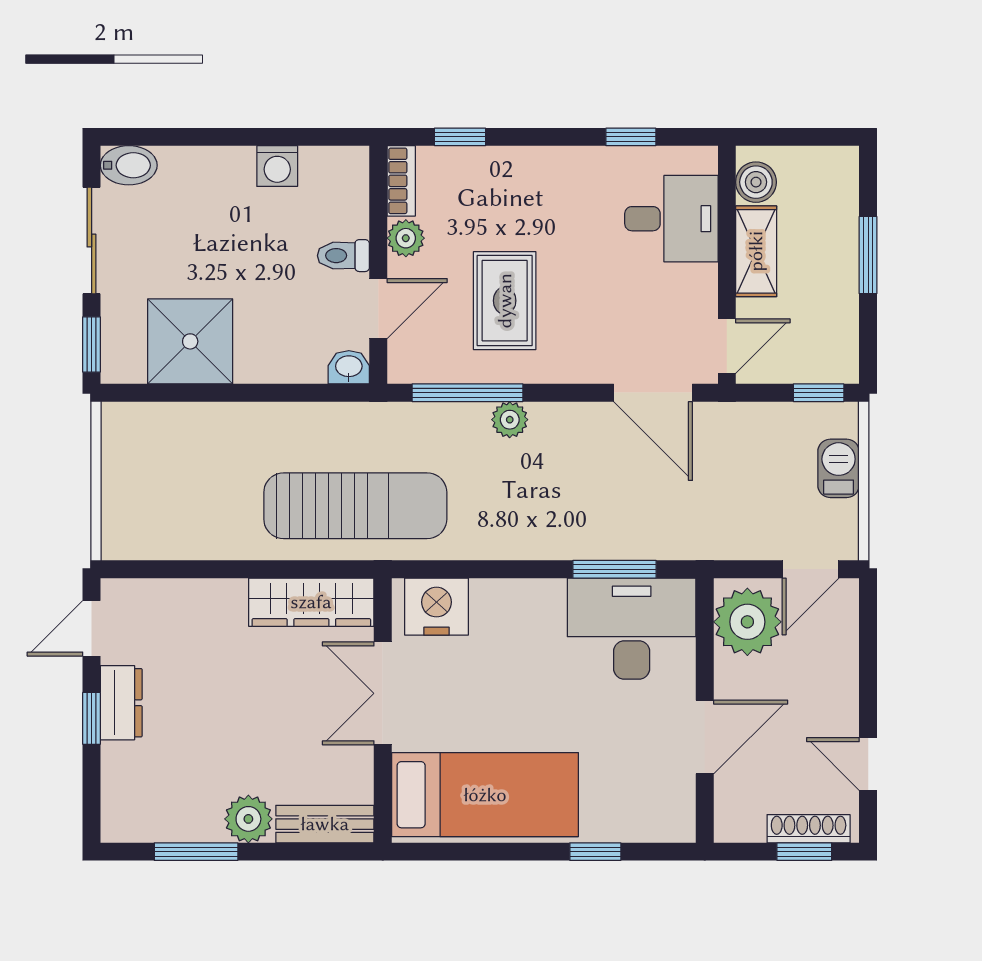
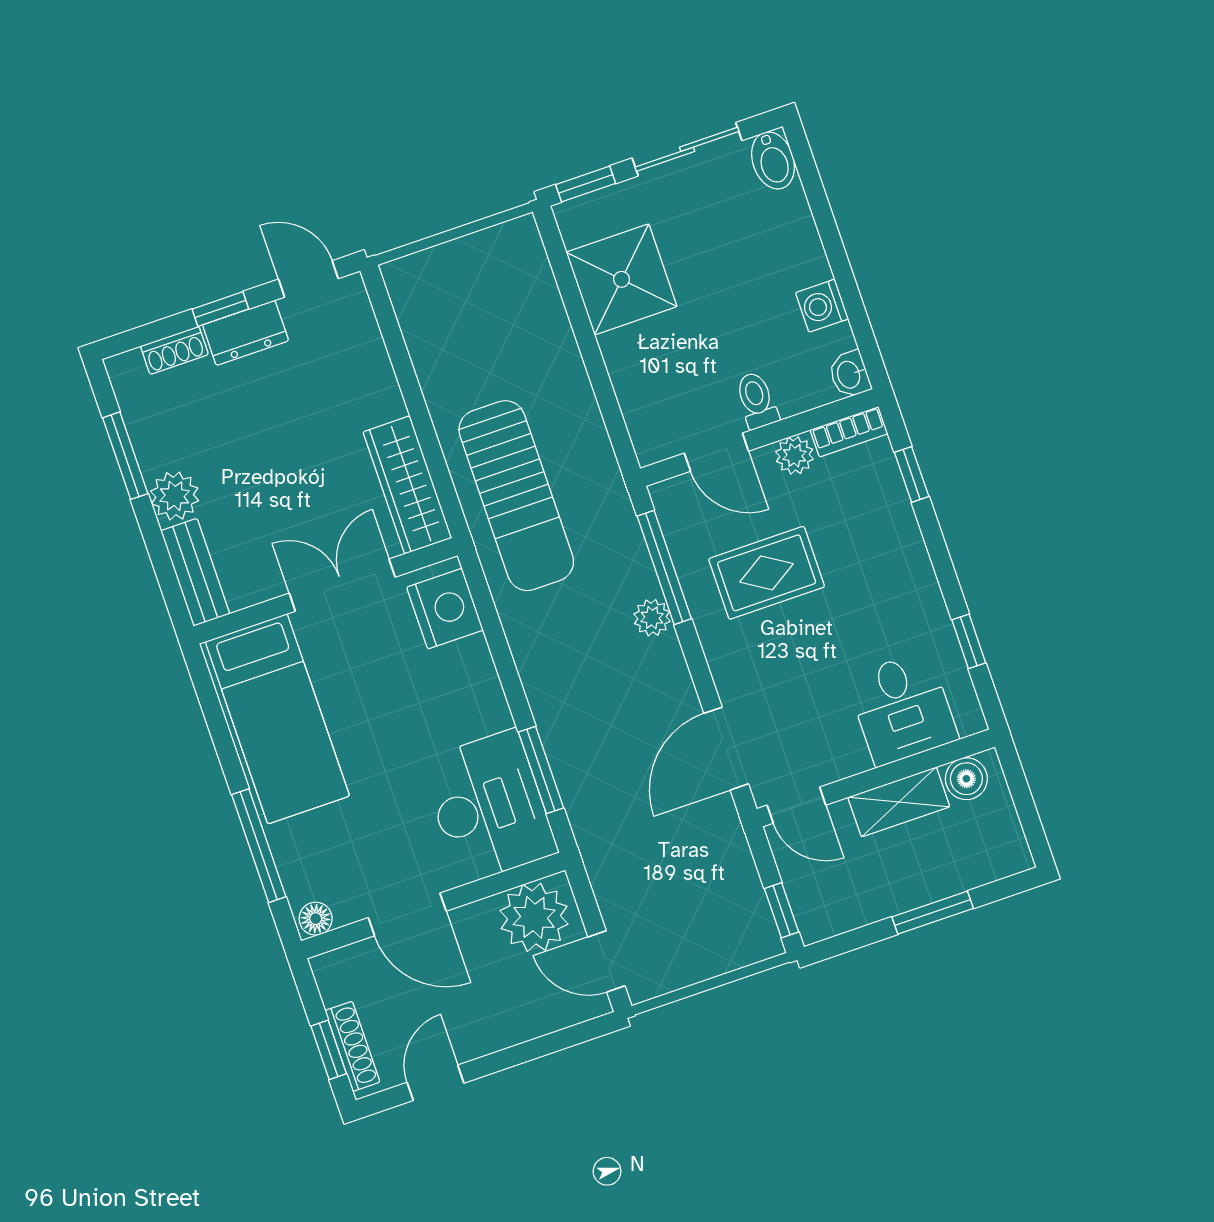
washbasin: (349, 367) -> (850, 374), moved, turned 180
barbecue: (839, 468) -> (714, 955), removed
shoe rack: (115, 773) -> (174, 350), added
floor lamp: (680, 822) -> (316, 919), added
window: (595, 852) -> (259, 846), width x2.17

